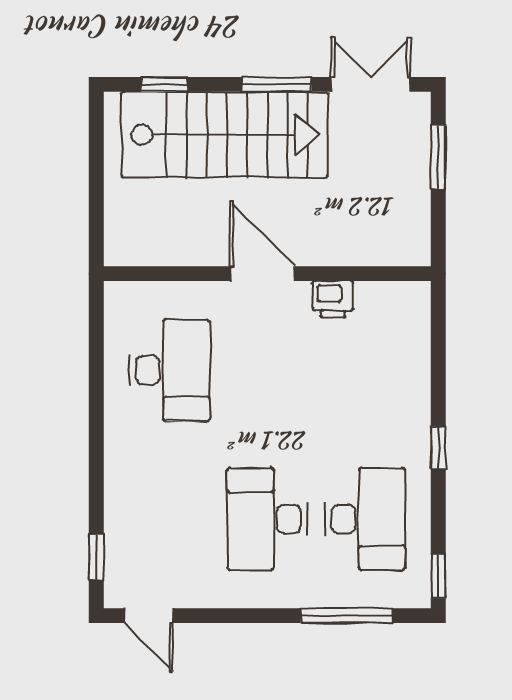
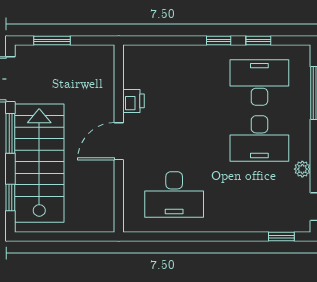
desk: (170, 370) -> (174, 195), turned 180
window: (438, 576) -> (258, 41), moved
plant: (214, 594) -> (302, 169), added

